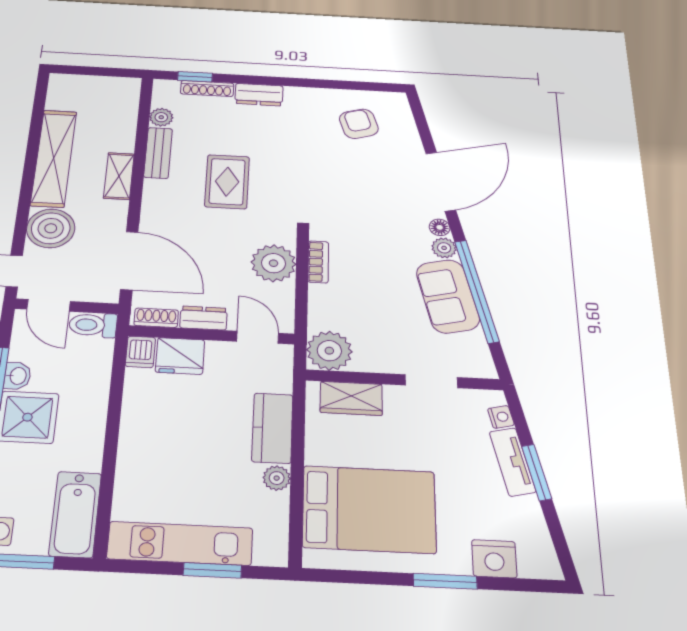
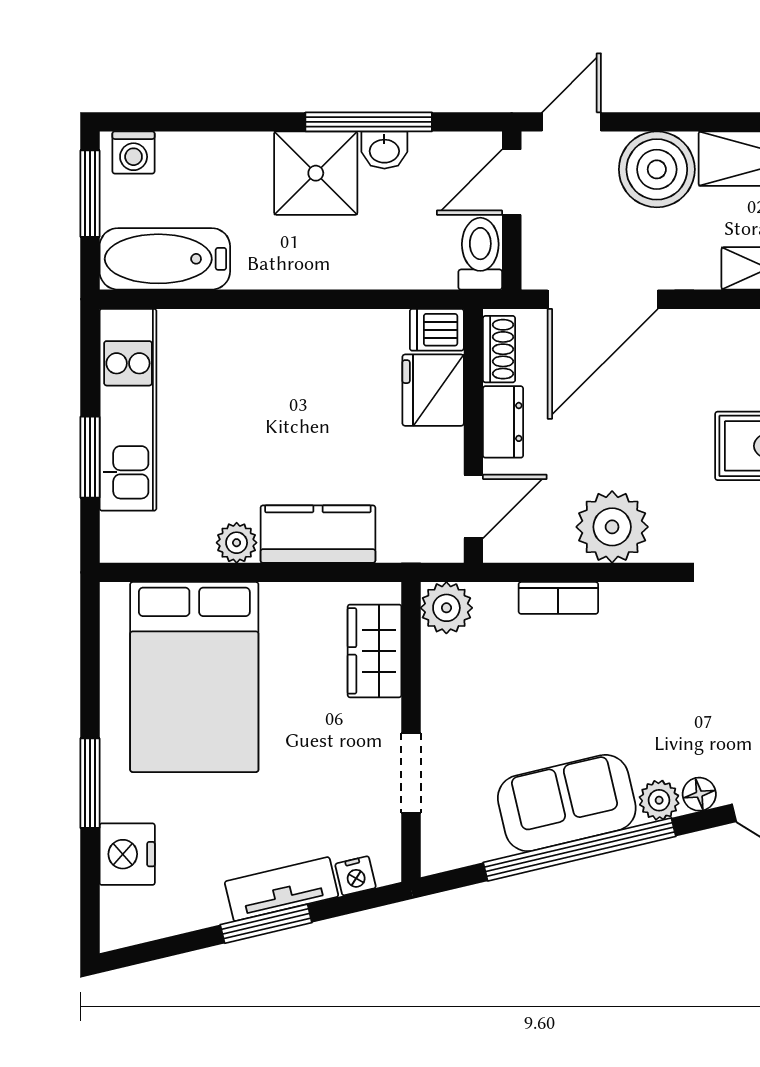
bookcase: (318, 262) -> (558, 598), moved
plant: (329, 351) -> (446, 608), width x0.73, depth x0.73

